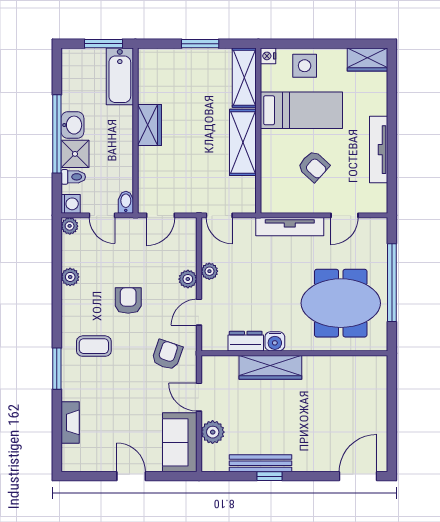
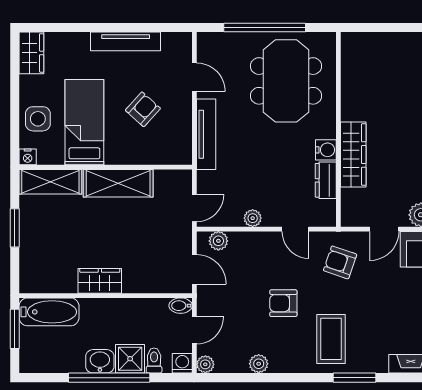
plant: (188, 279) -> (218, 241), moved
coffee table: (94, 346) -> (331, 339), width x1.36, depth x1.30

